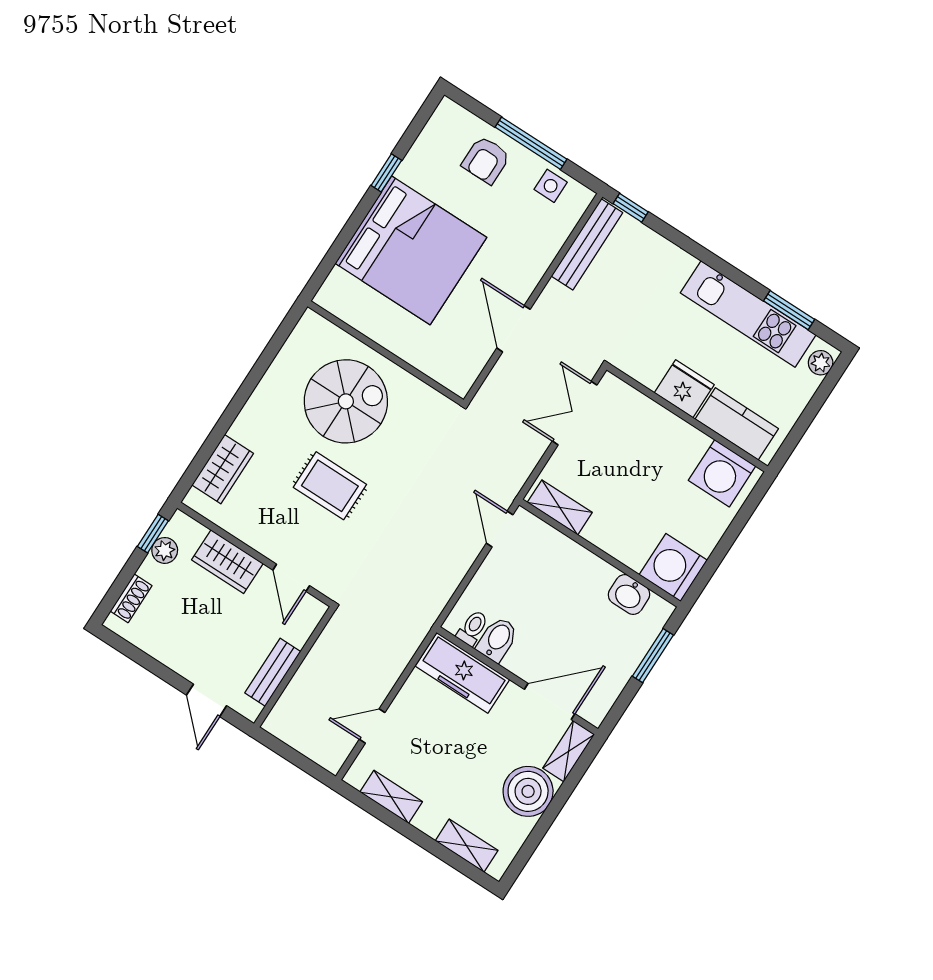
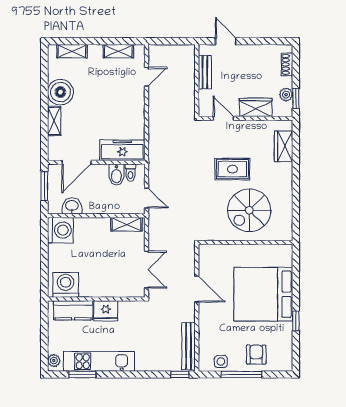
toilet: (473, 628) -> (130, 173), moved
bidet: (497, 639) -> (116, 175), moved
freezer: (462, 673) -> (122, 150), moved
wall: (517, 681) -> (96, 162), moved
door: (550, 702) -> (76, 162), moved

